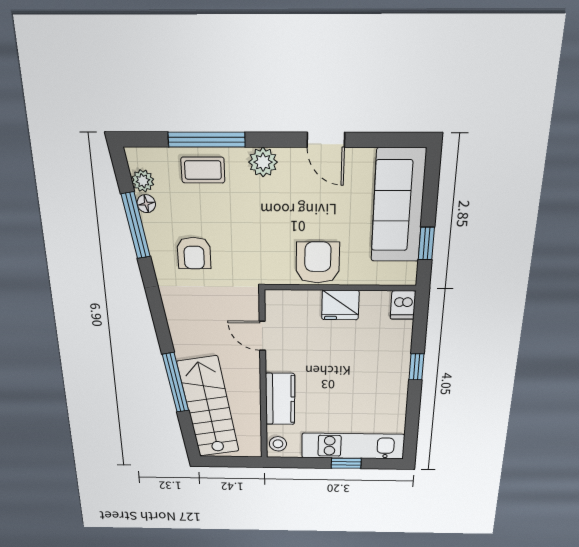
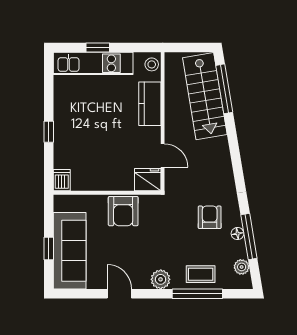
floor lamp: (146, 204) -> (237, 234), moved
window: (426, 244) -> (49, 249), moved
fridge: (340, 305) -> (148, 180), moved
window: (176, 383) -> (224, 89), moved

